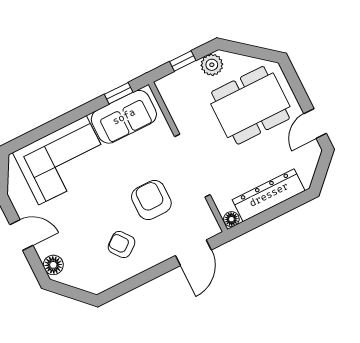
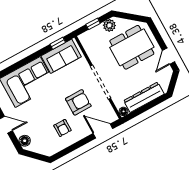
armchair: (151, 200) -> (78, 102), turned 90
armchair: (121, 245) -> (62, 128), turned -142
door: (193, 253) -> (103, 131), swing flipped

